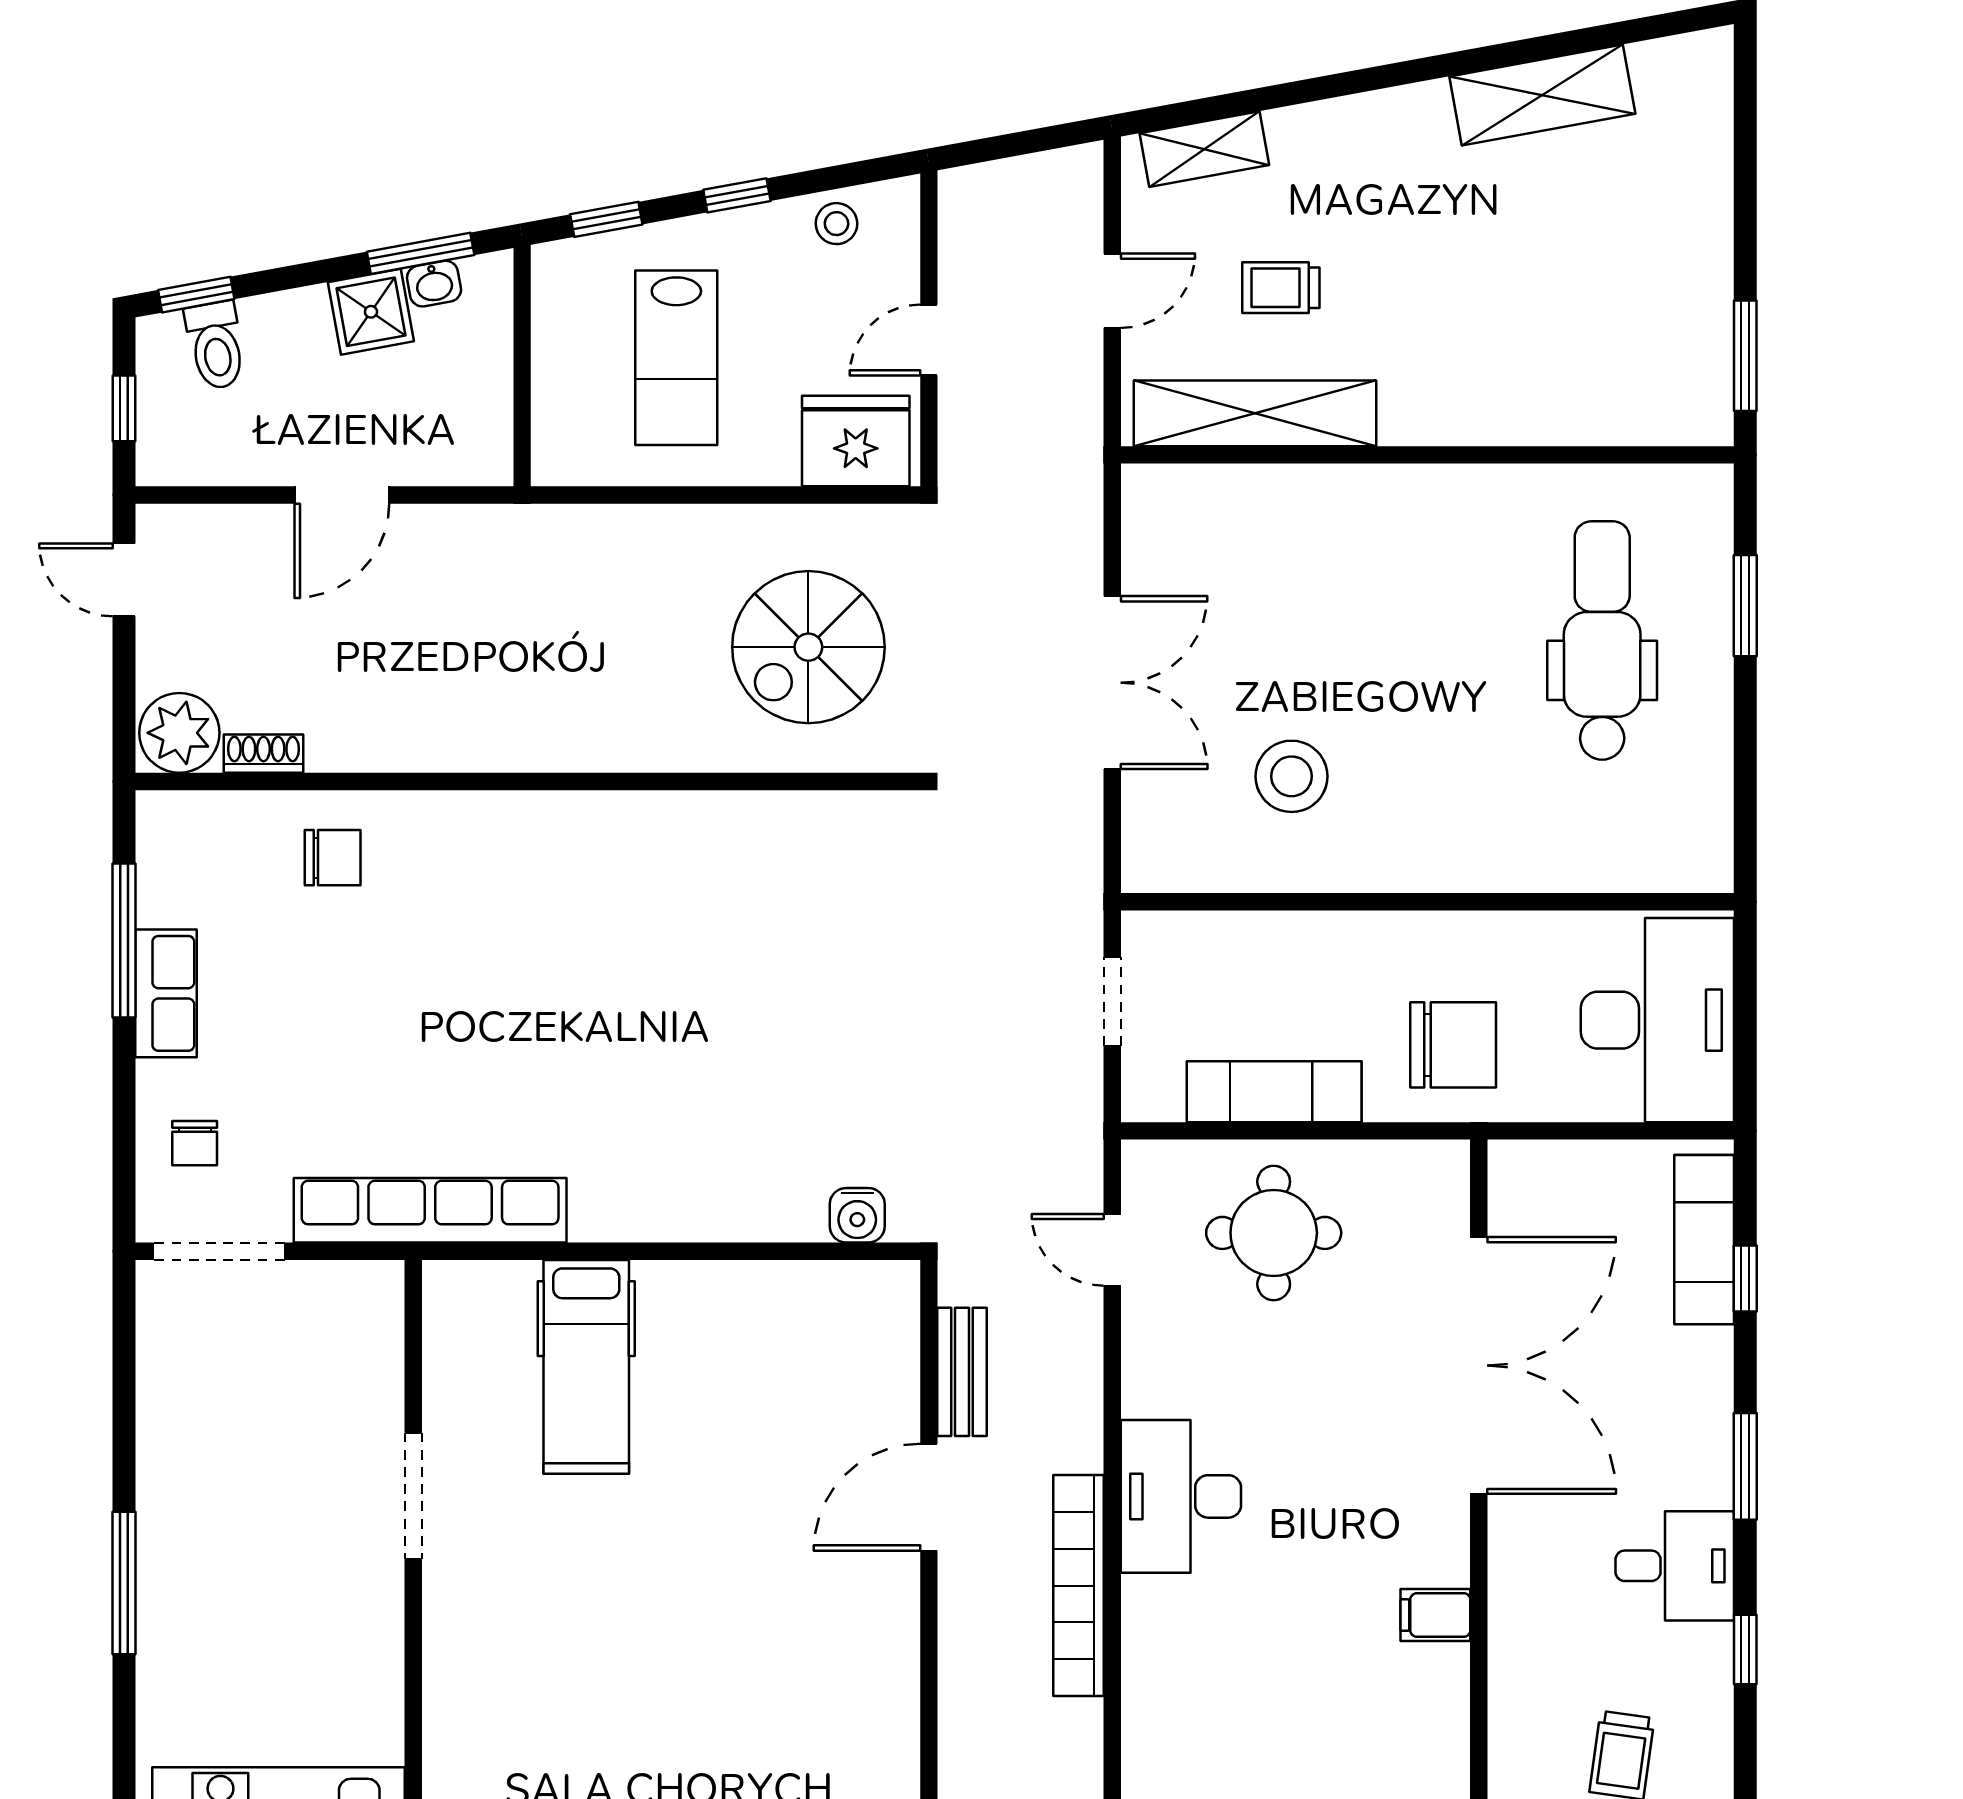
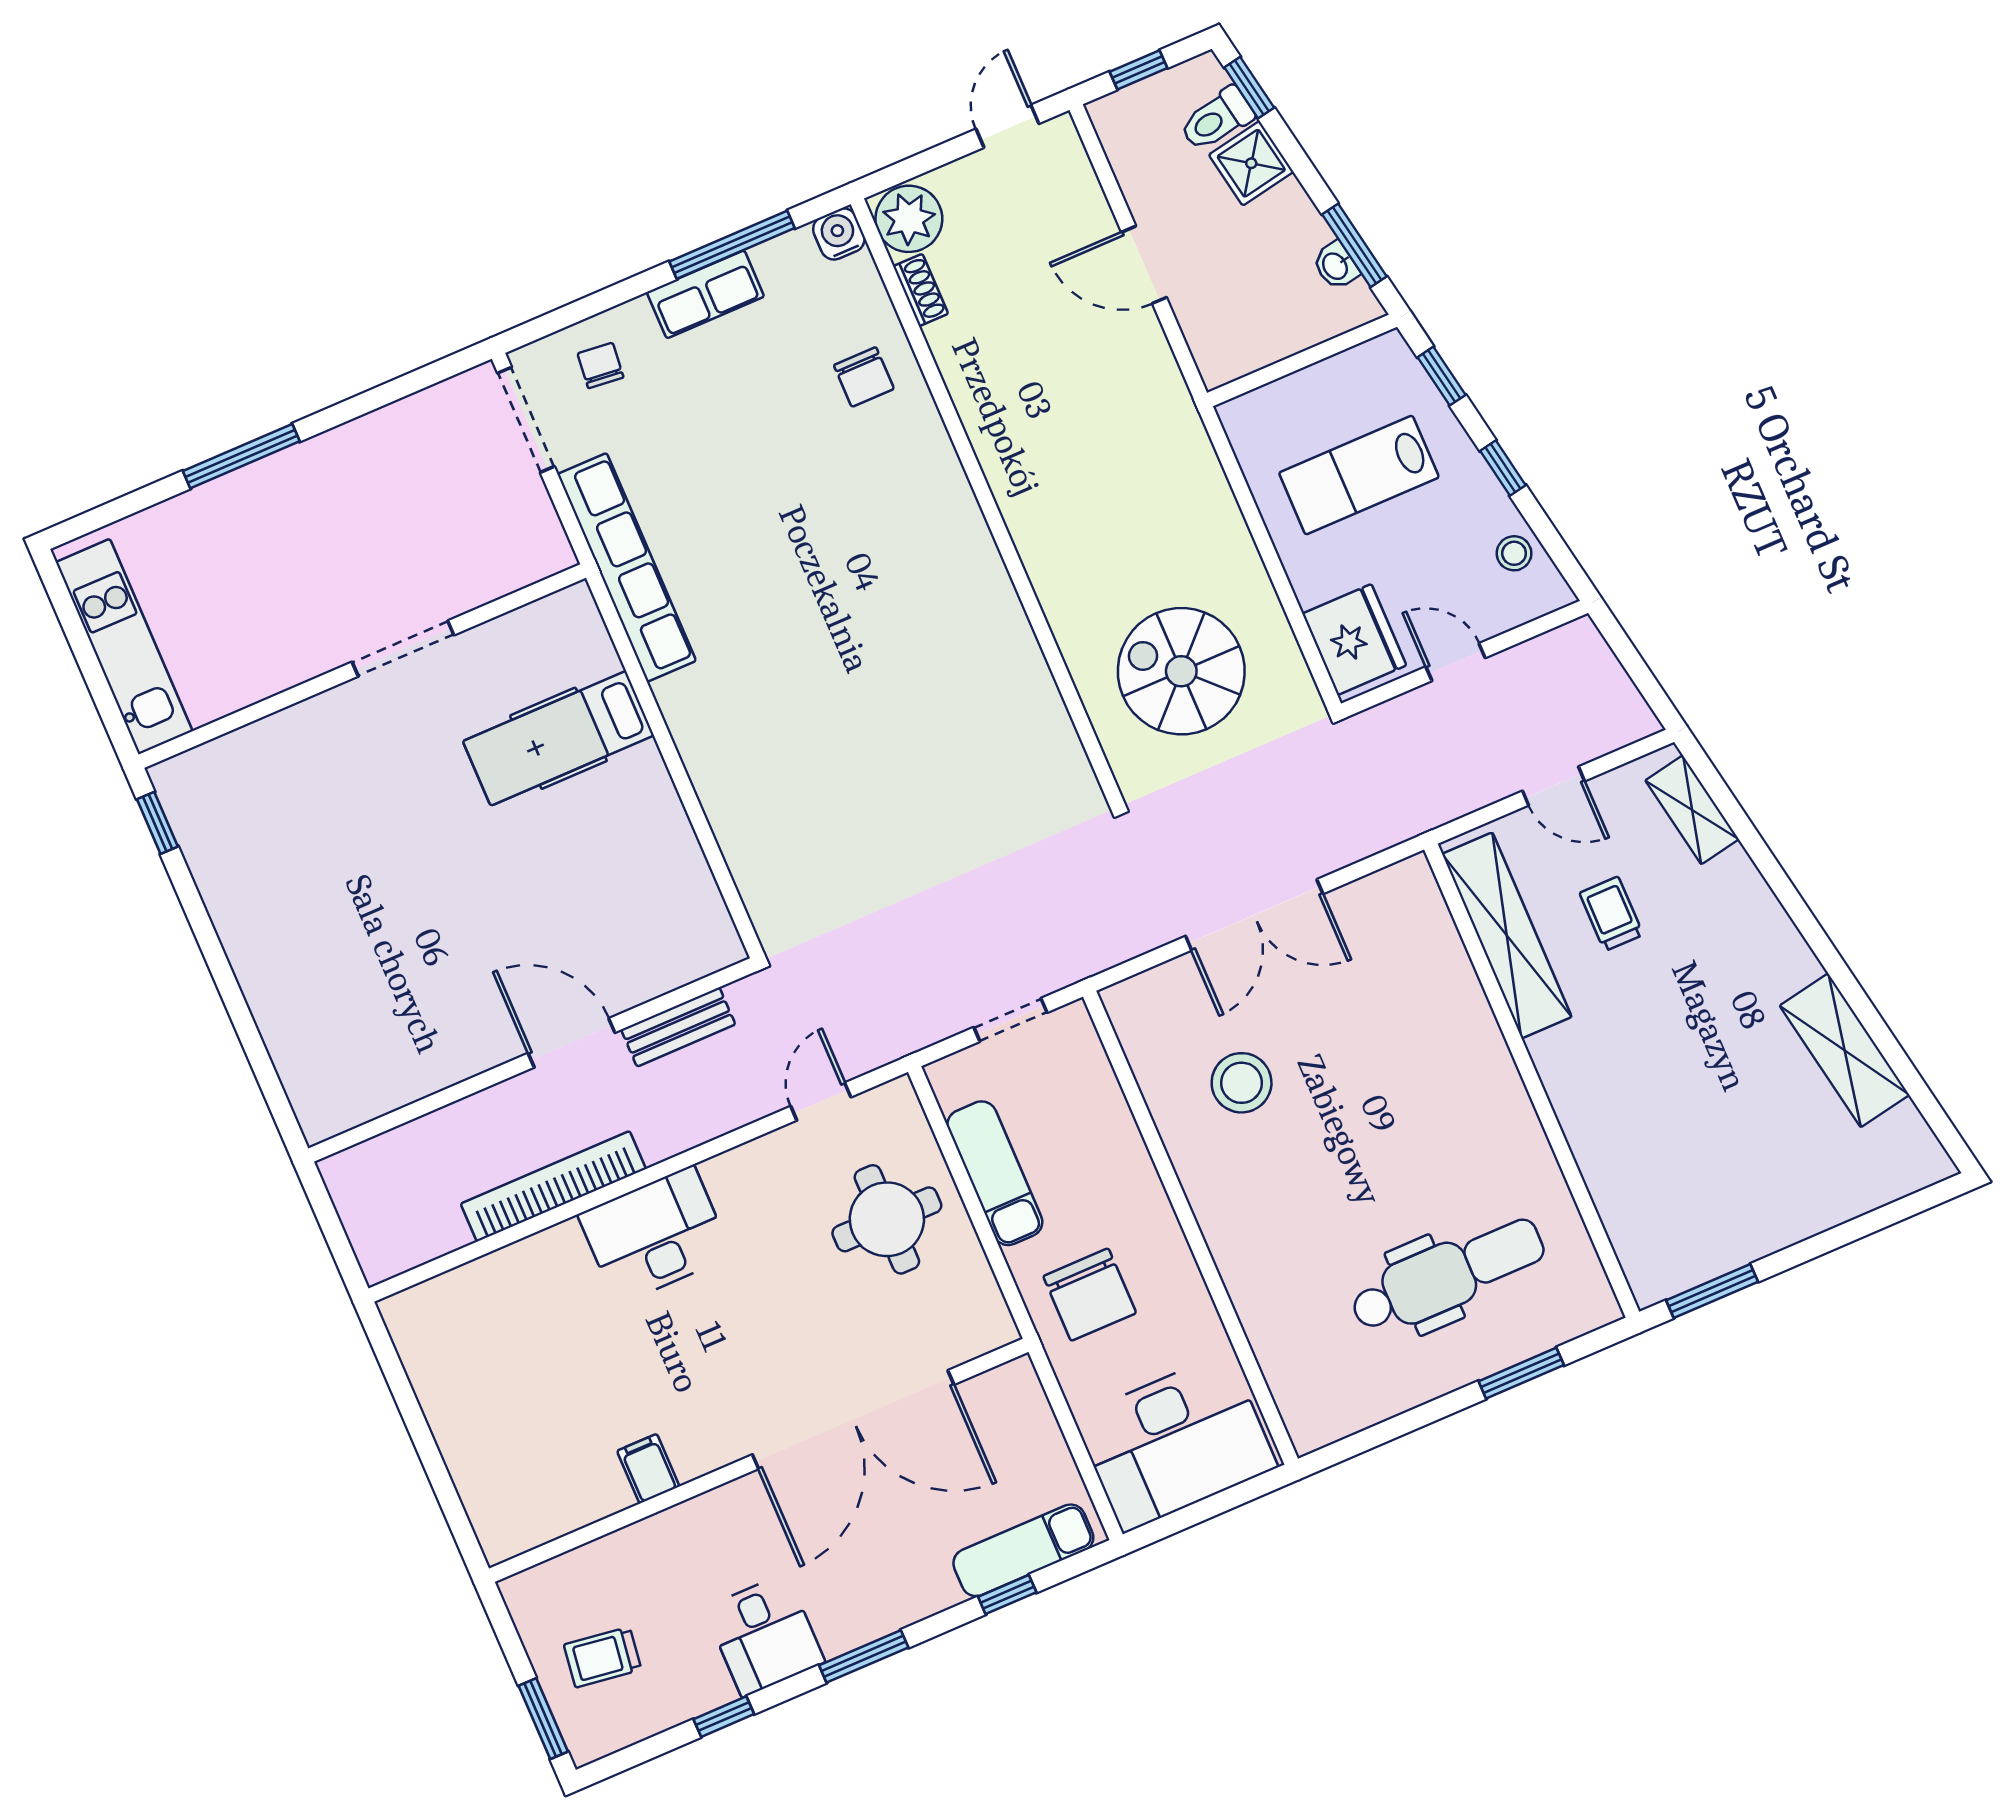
shower: (371, 312) -> (1251, 163), moved
chair: (195, 1143) -> (600, 365), turned 96
water cooler: (857, 1215) -> (839, 234), moved, turned 90

